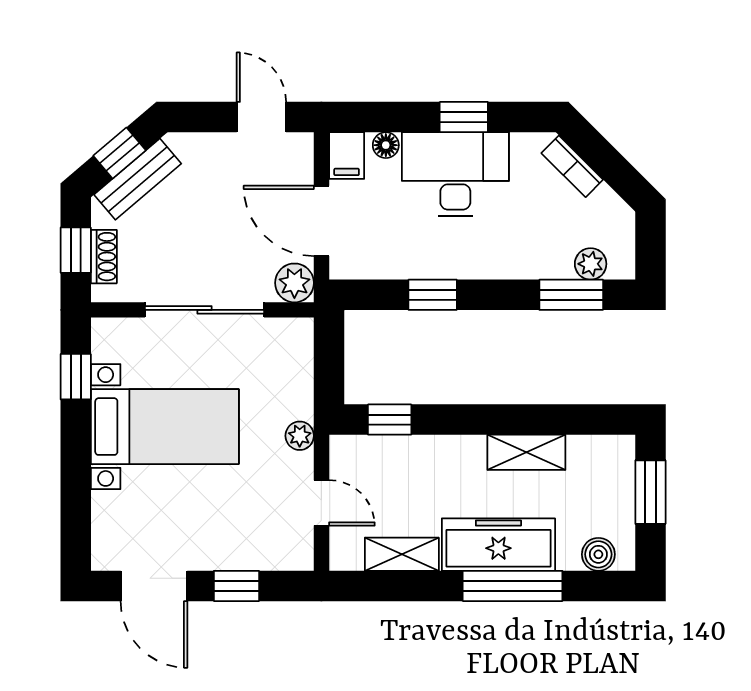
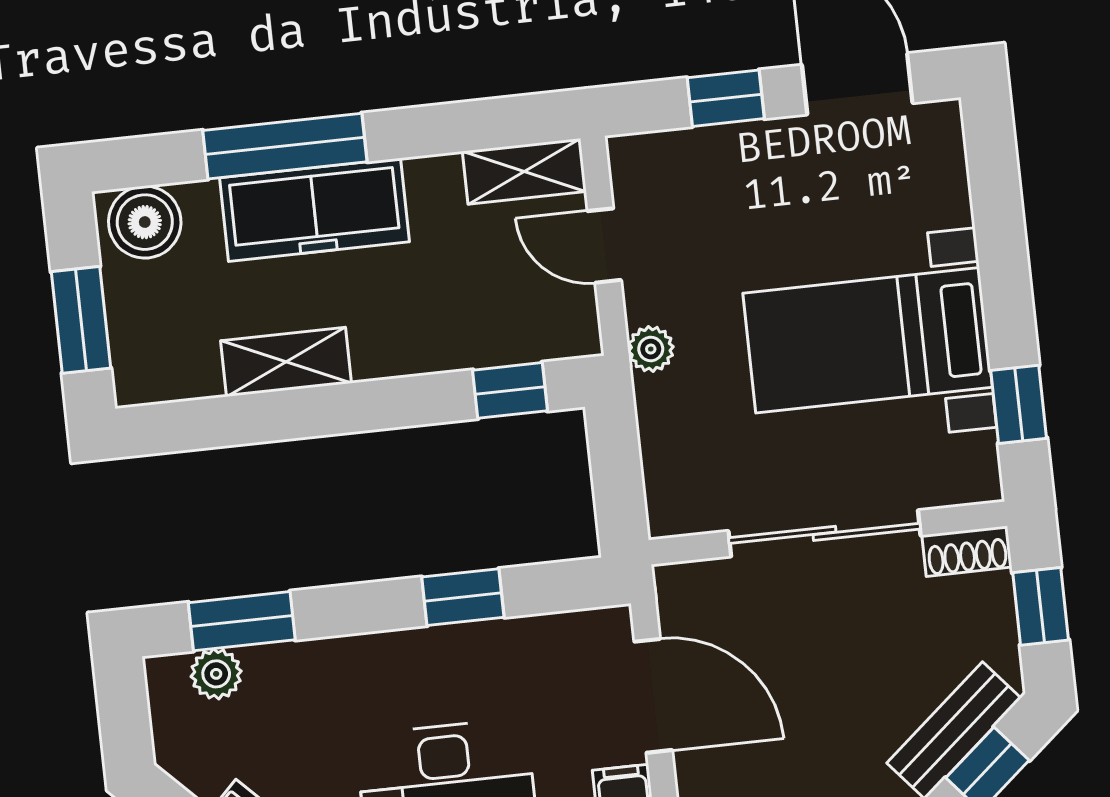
shoe rack: (104, 257) -> (967, 551), moved, turned -90
plant: (294, 283) -> (686, 592), removed
shelving: (402, 554) -> (524, 171), moved
boiler: (598, 554) -> (145, 222), width x1.36, depth x1.36

